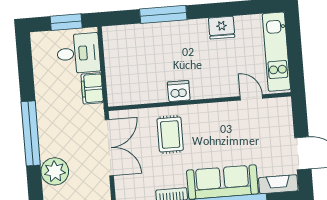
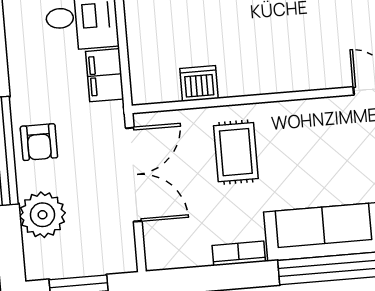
dishwasher: (179, 91) -> (199, 83), moved
armchair: (53, 128) -> (39, 142), added

